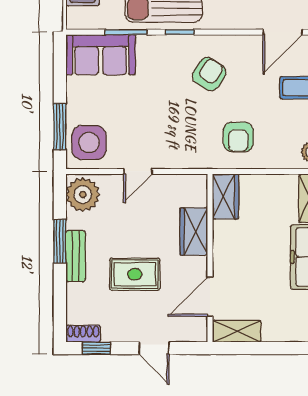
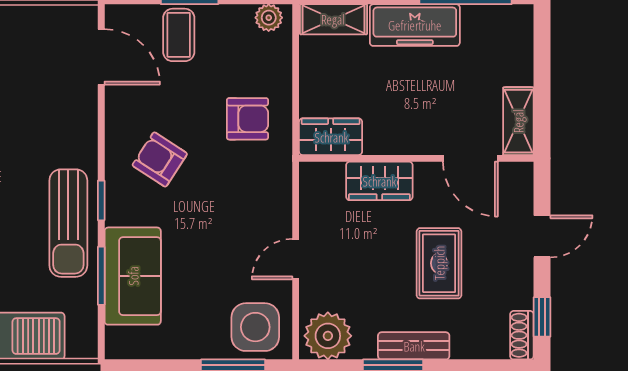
sofa: (101, 55) -> (133, 276), moved
door: (138, 171) -> (296, 259), swing flipped

